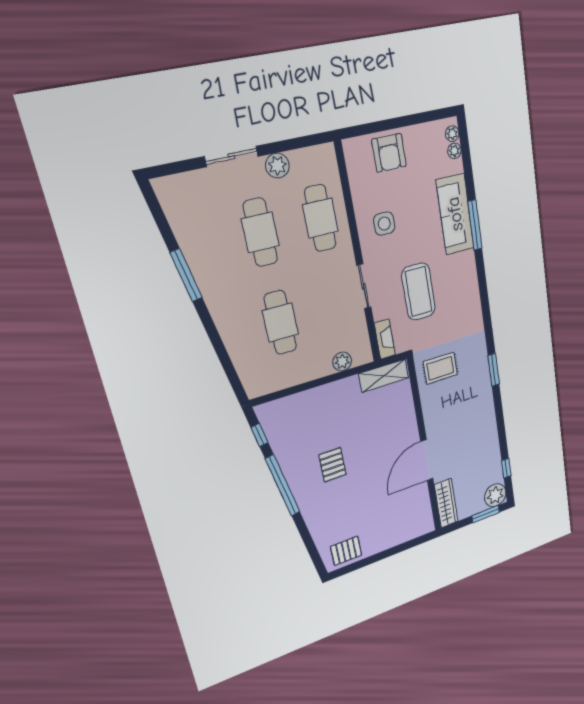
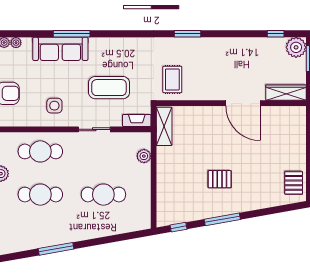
window: (283, 486) -> (222, 219), width x0.68

